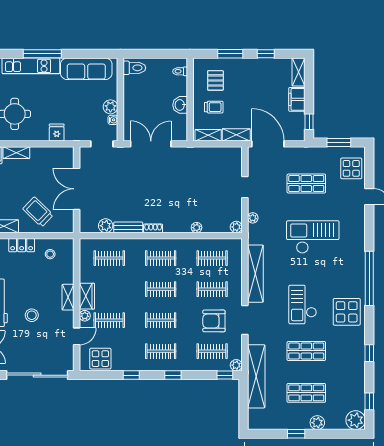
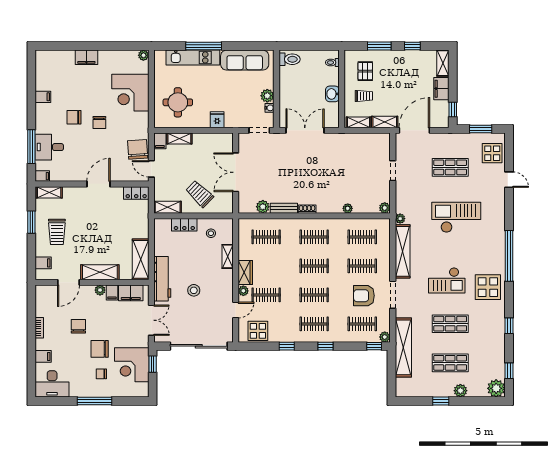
door: (268, 144) -> (414, 130), hinge flipped
plant: (253, 218) -> (400, 219), moved
shelving: (68, 297) -> (228, 256), moved
checkout: (303, 304) -> (447, 280), turned -90

